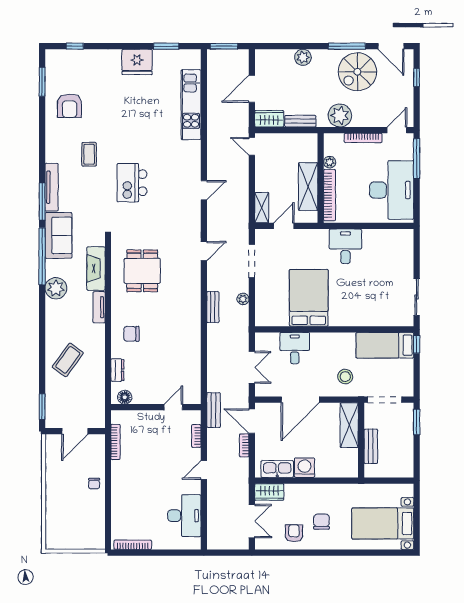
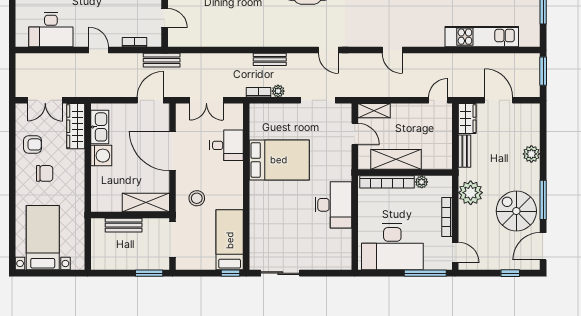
desk: (345, 246) -> (333, 205), width x1.37
bookcase: (244, 445) -> (259, 92), moved
wardrobe: (269, 492) -> (76, 126), width x1.50

